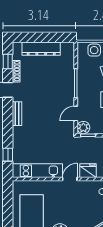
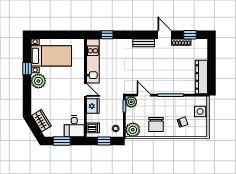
dresser: (41, 49) -> (201, 77), moved

